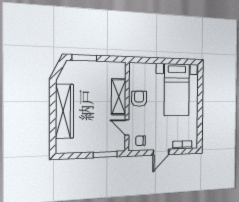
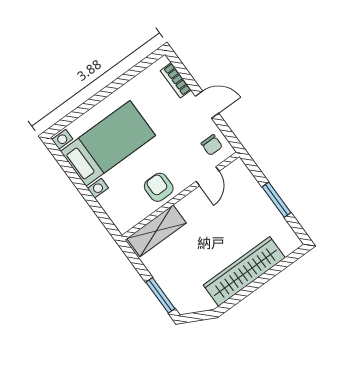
shelving: (119, 97) -> (157, 231), moved
armchair: (139, 99) -> (159, 187), turned 90
window: (105, 154) -> (276, 200), moved

